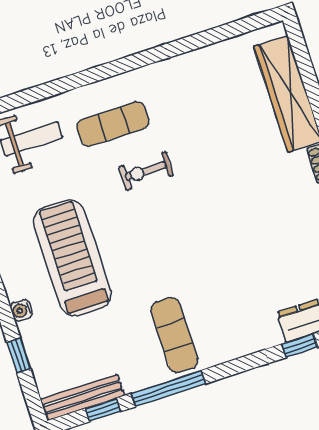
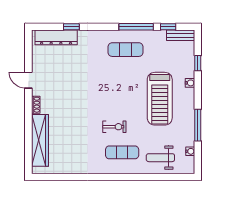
exercise mat: (174, 335) -> (126, 50), turned 90
bench: (82, 397) -> (181, 35), width x0.73

